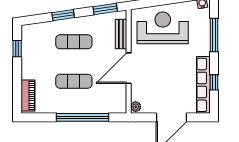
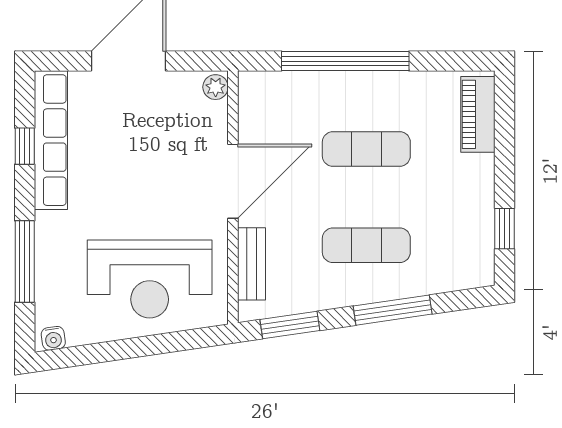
window: (63, 15) -> (393, 310), width x1.44

